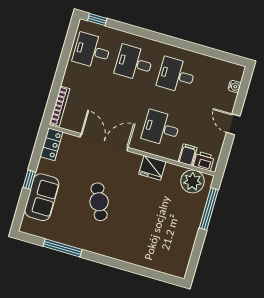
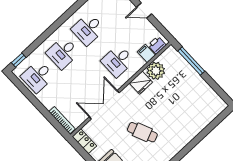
plant: (192, 181) -> (156, 71), moved

